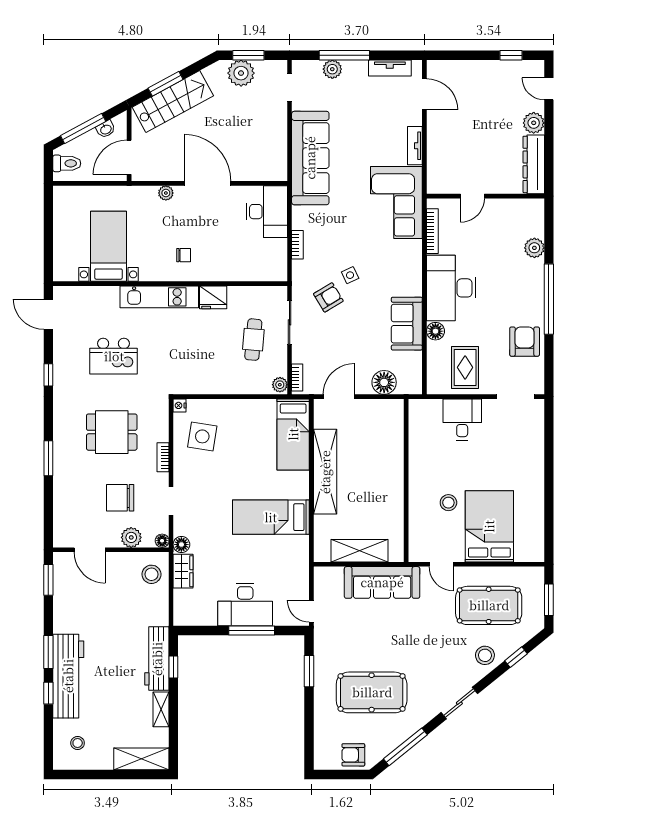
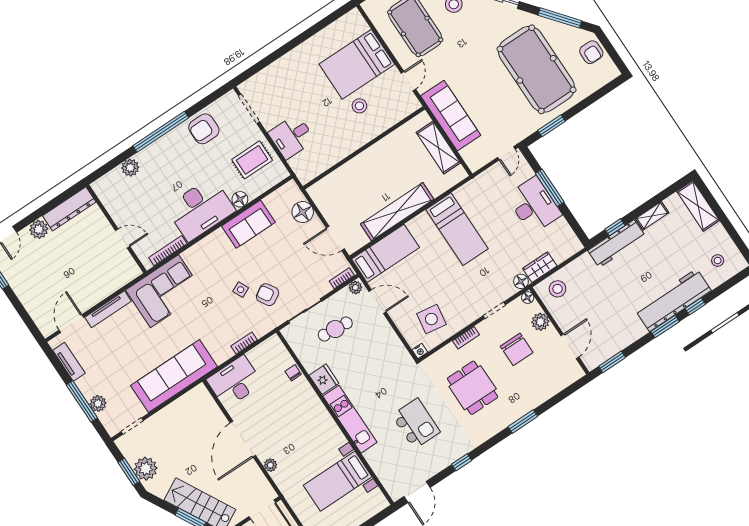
tv unit: (415, 146) -> (108, 309), width x1.41
chair: (184, 255) -> (293, 373), moved
door: (253, 397) -> (377, 302), added
pool table: (372, 692) -> (536, 69), width x1.36, depth x1.32

